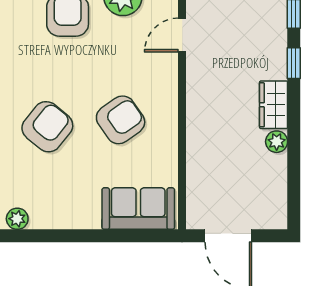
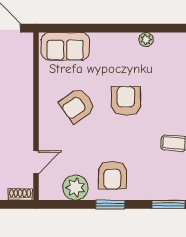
armchair: (47, 127) -> (126, 101), turned 141

